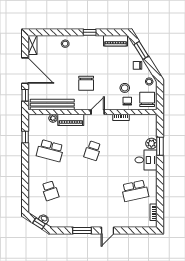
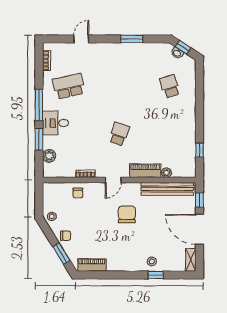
window: (90, 32) -> (156, 275), moved
stool: (125, 88) -> (81, 209), removed
chair: (147, 99) -> (54, 195), removed
plant: (151, 143) -> (49, 156), moved
school desk: (50, 151) -> (170, 134), removed
window: (160, 175) -> (39, 105), added
door: (107, 230) -> (81, 39), moved

